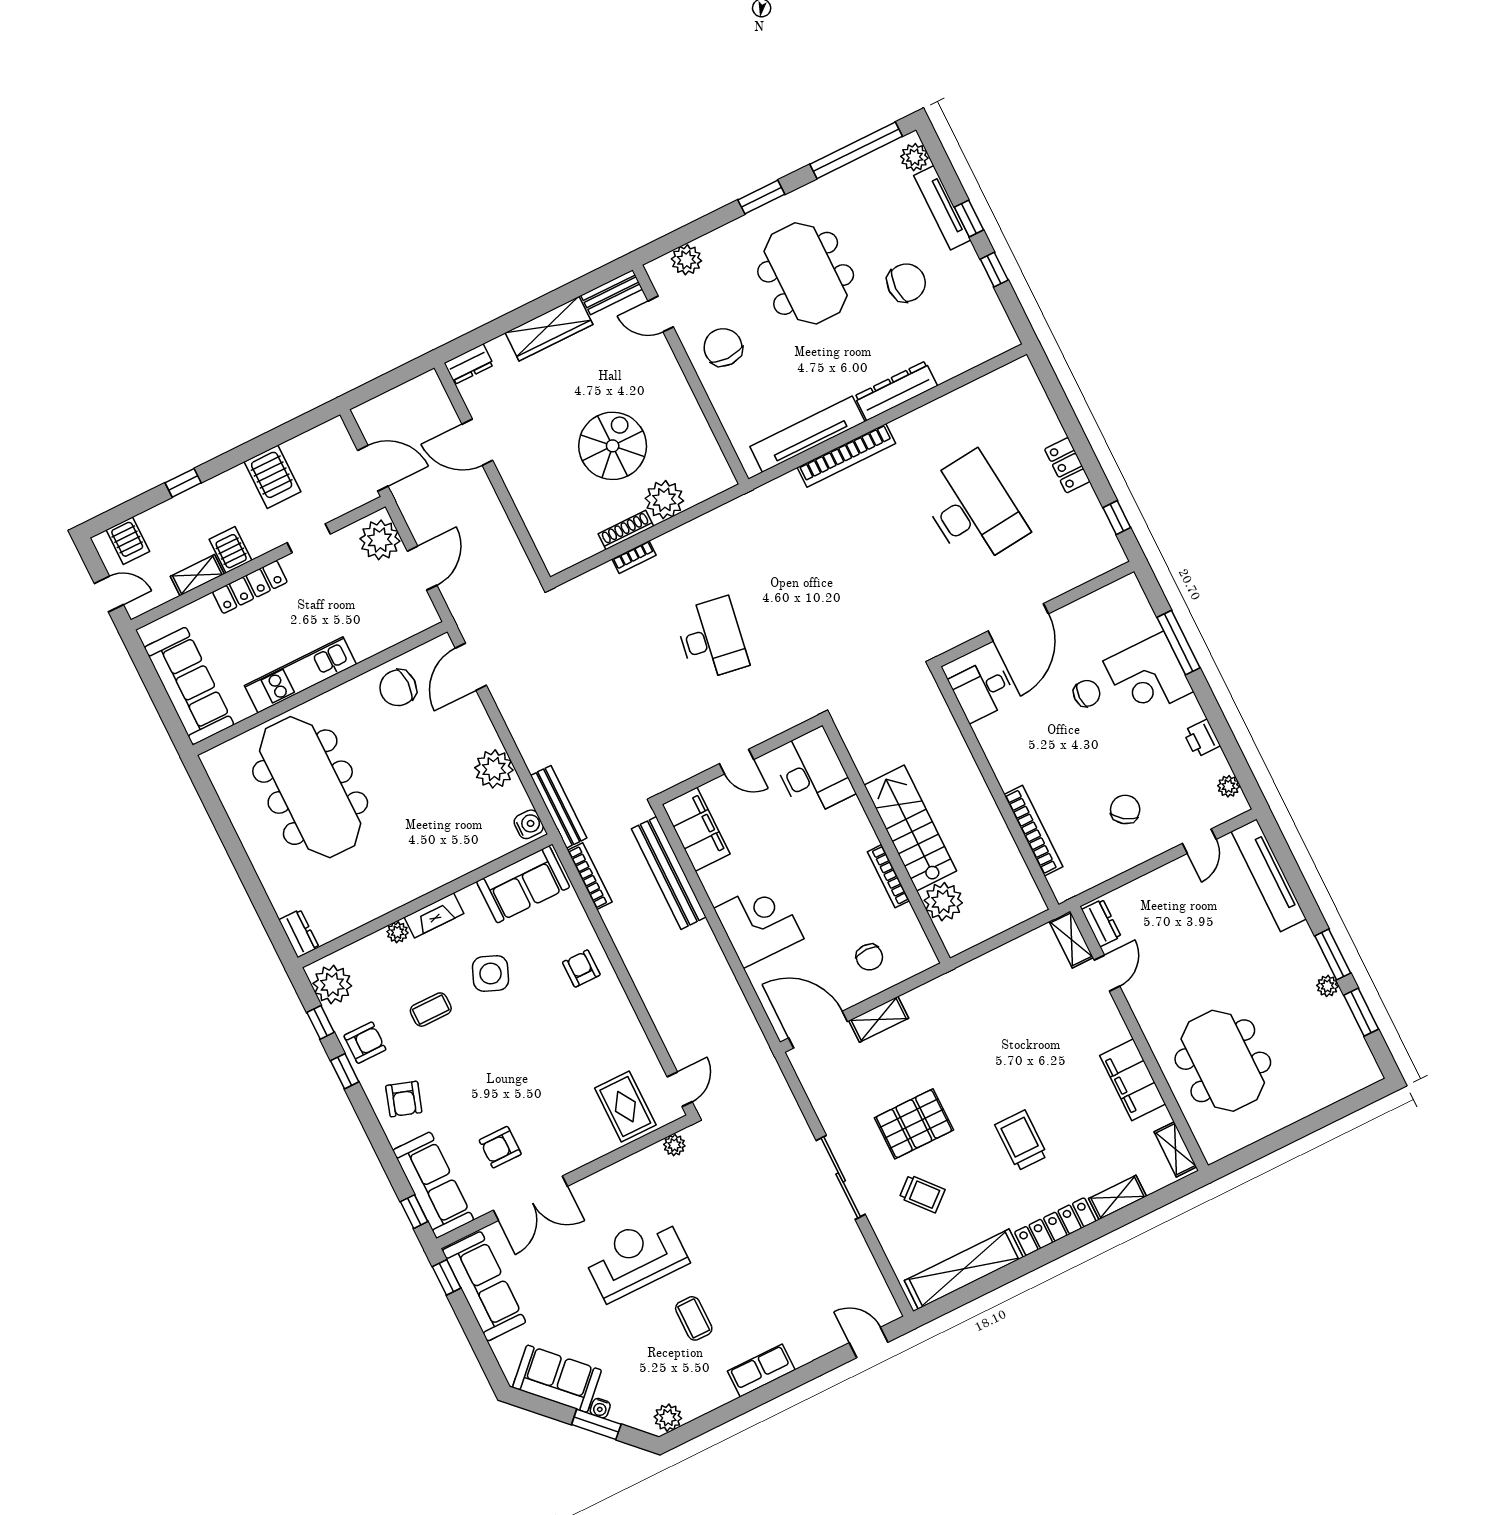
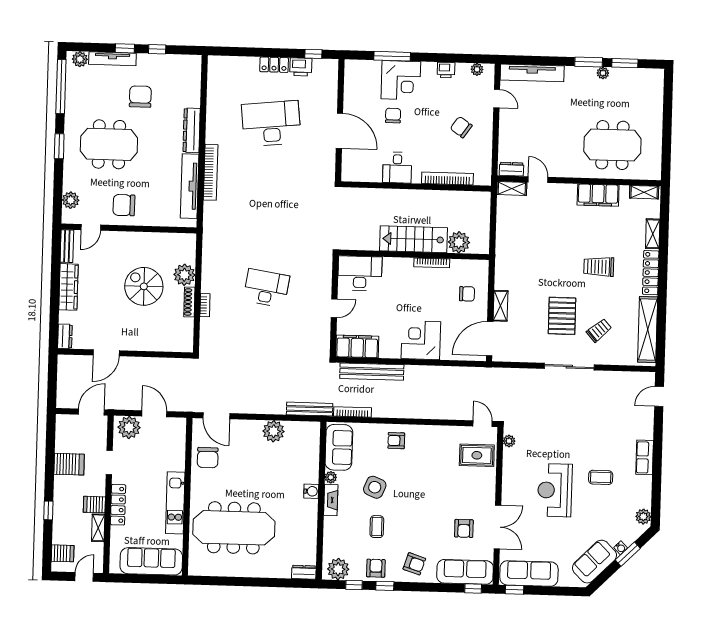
printer: (1086, 509) -> (301, 67), added
desk: (982, 690) -> (397, 168), moved
water cooler: (529, 824) -> (311, 491), moved, turned 90
plant: (397, 932) -> (331, 477), moved

